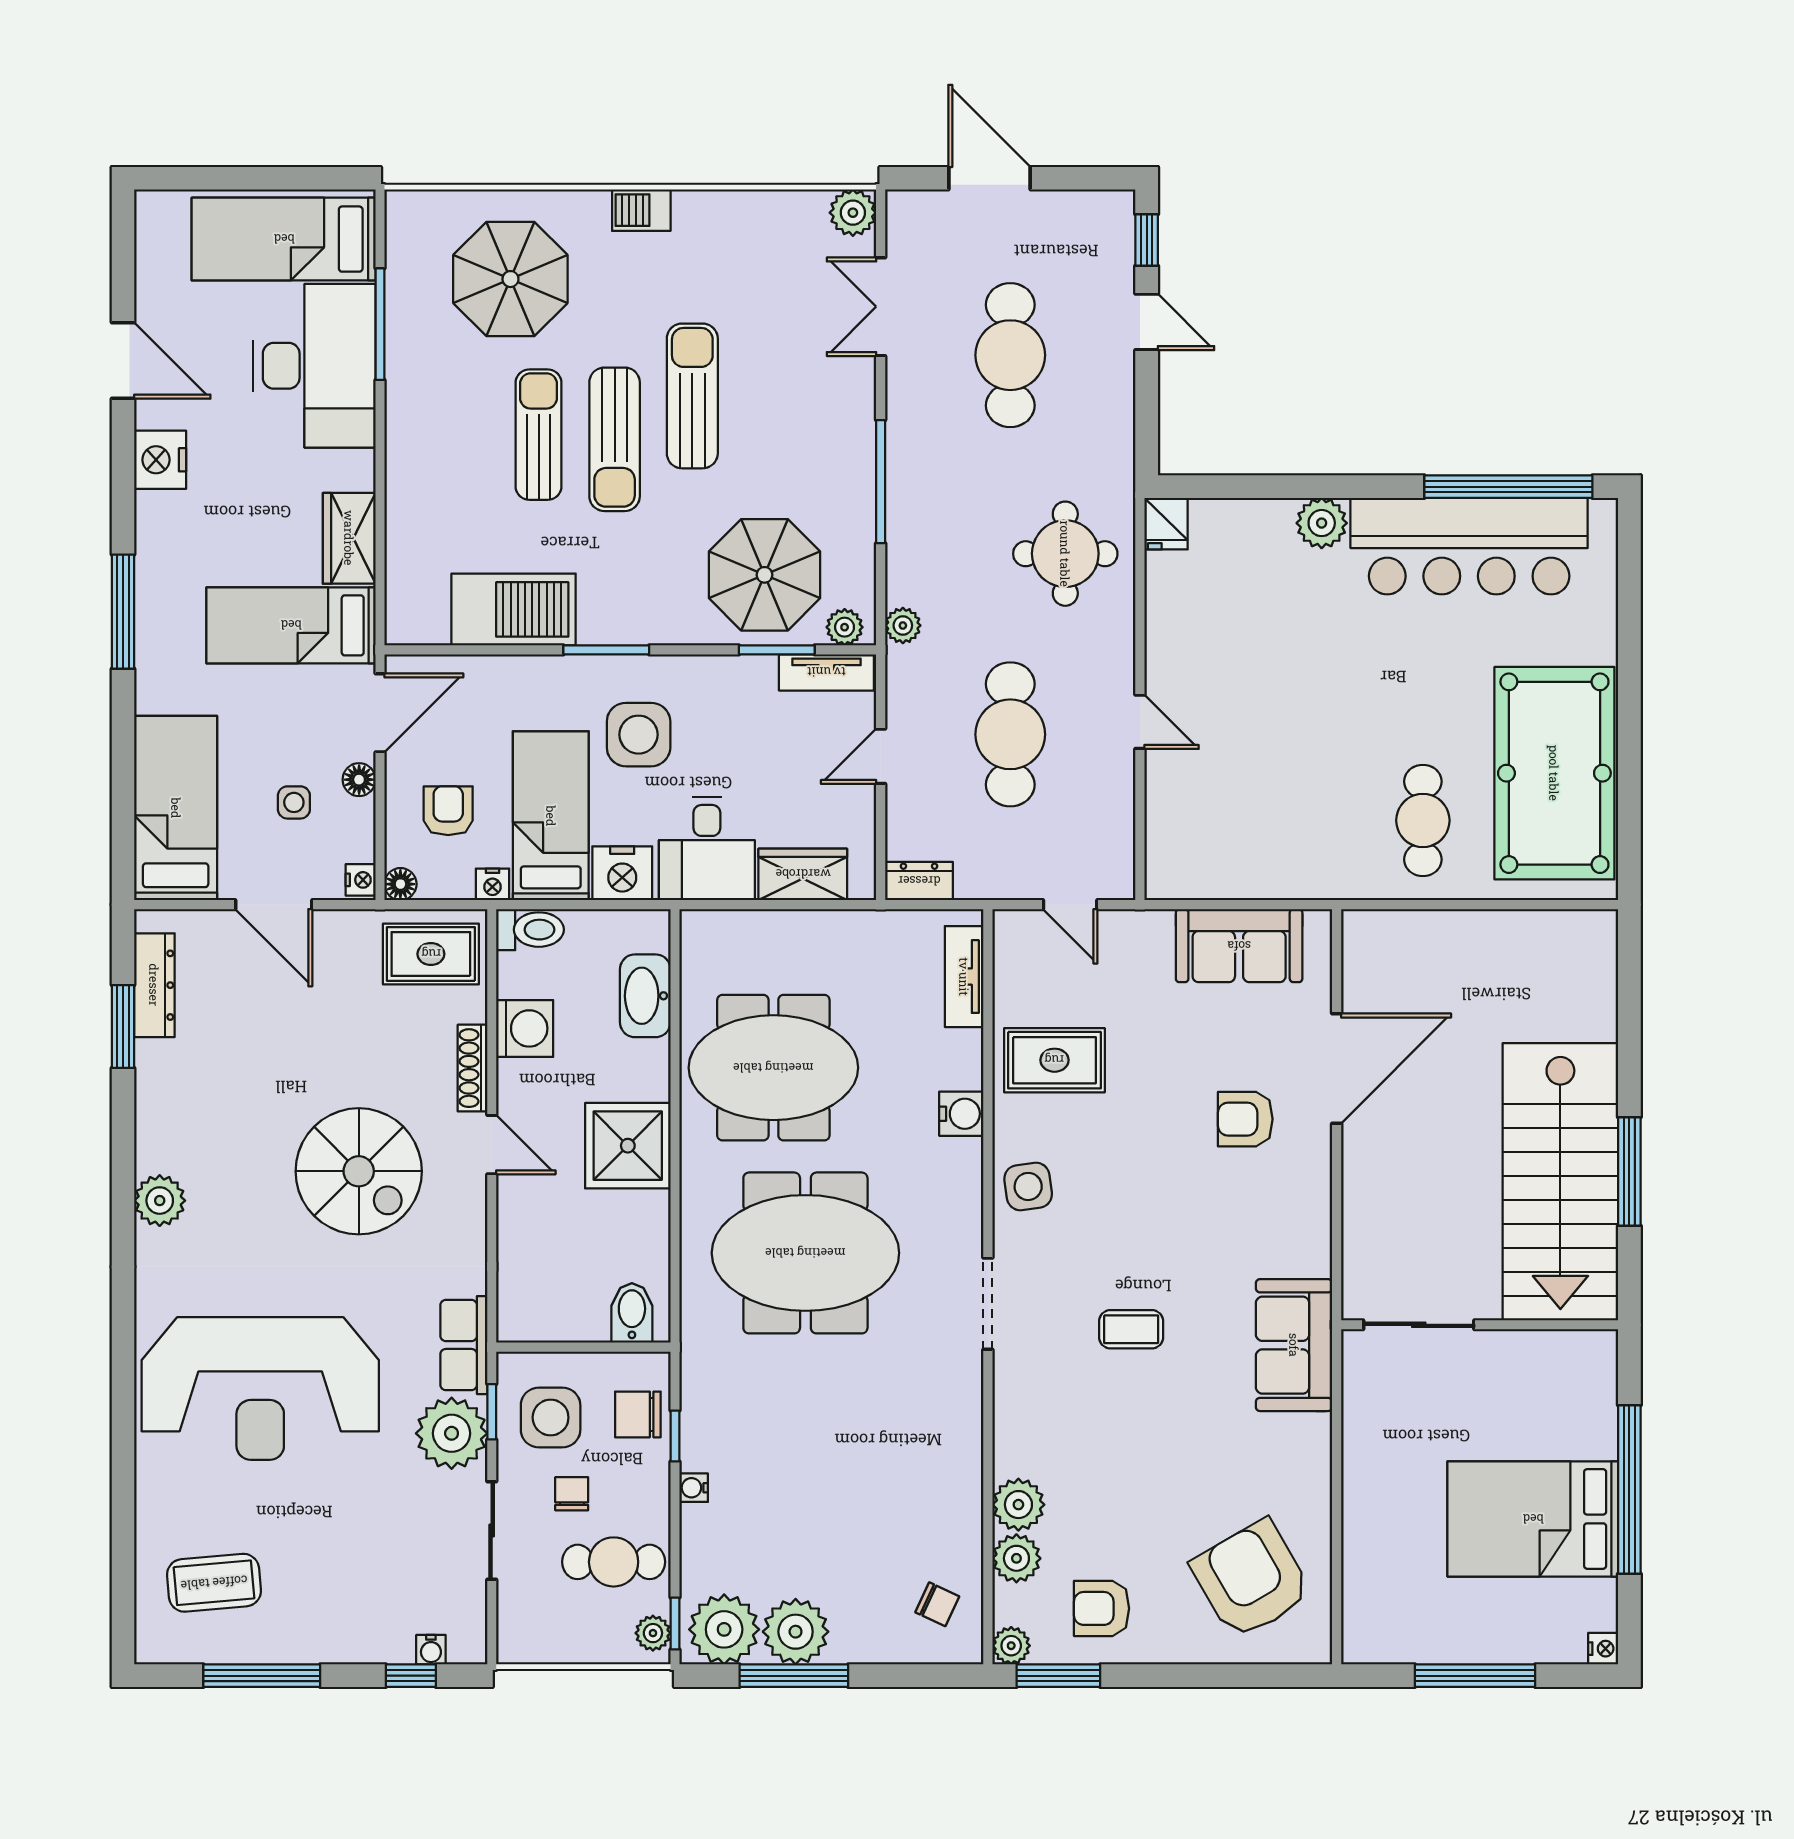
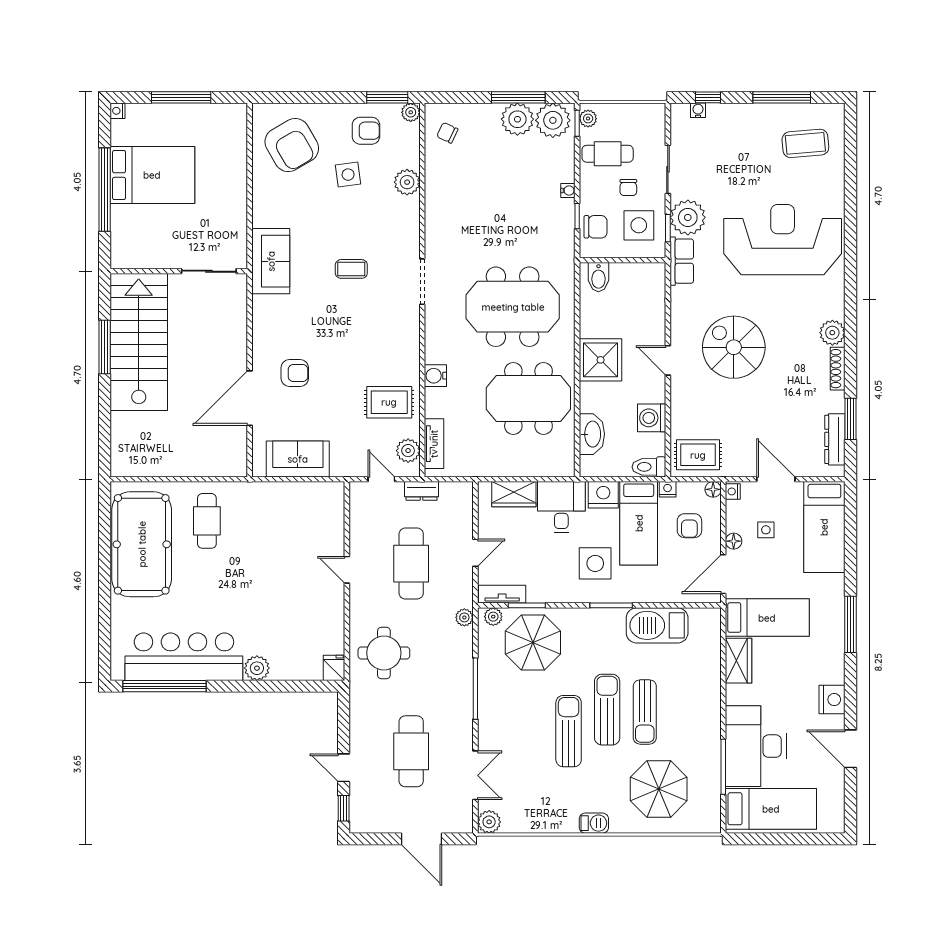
sun lounger: (692, 396) -> (569, 731), turned 180
dresser: (919, 881) -> (422, 491), moved
shoe rack: (473, 1068) -> (838, 369), moved, turned 180
side table: (1028, 1186) -> (348, 175), moved
plant: (1016, 1558) -> (408, 451), moved

